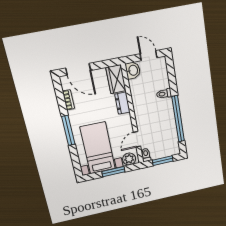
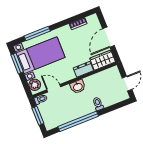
door: (78, 69) -> (108, 37), moved
washbasin: (133, 70) -> (78, 87), moved
window: (68, 130) -> (37, 34), moved
window: (113, 172) -> (17, 63), moved

